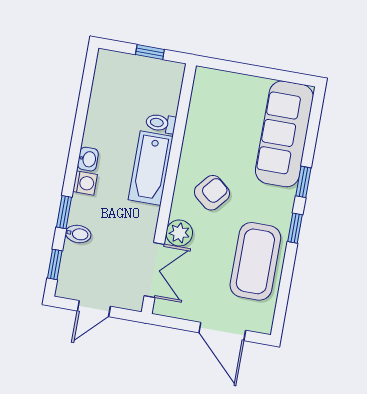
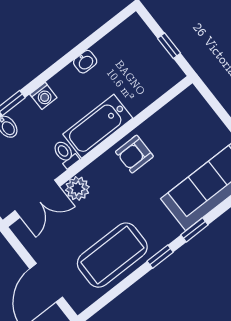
toilet: (161, 123) -> (65, 154), moved
washbasin: (88, 159) -> (85, 62), moved
armchair: (212, 193) -> (134, 154), moved, turned 140

